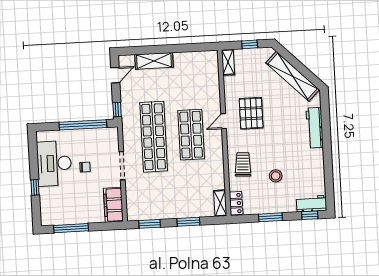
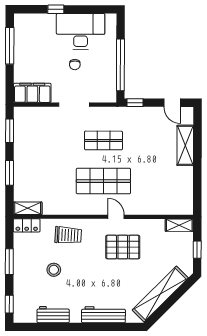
shop shelf: (154, 137) -> (103, 140), width x0.50, depth x0.74
workbench: (312, 204) -> (53, 315), moved, turned -90

